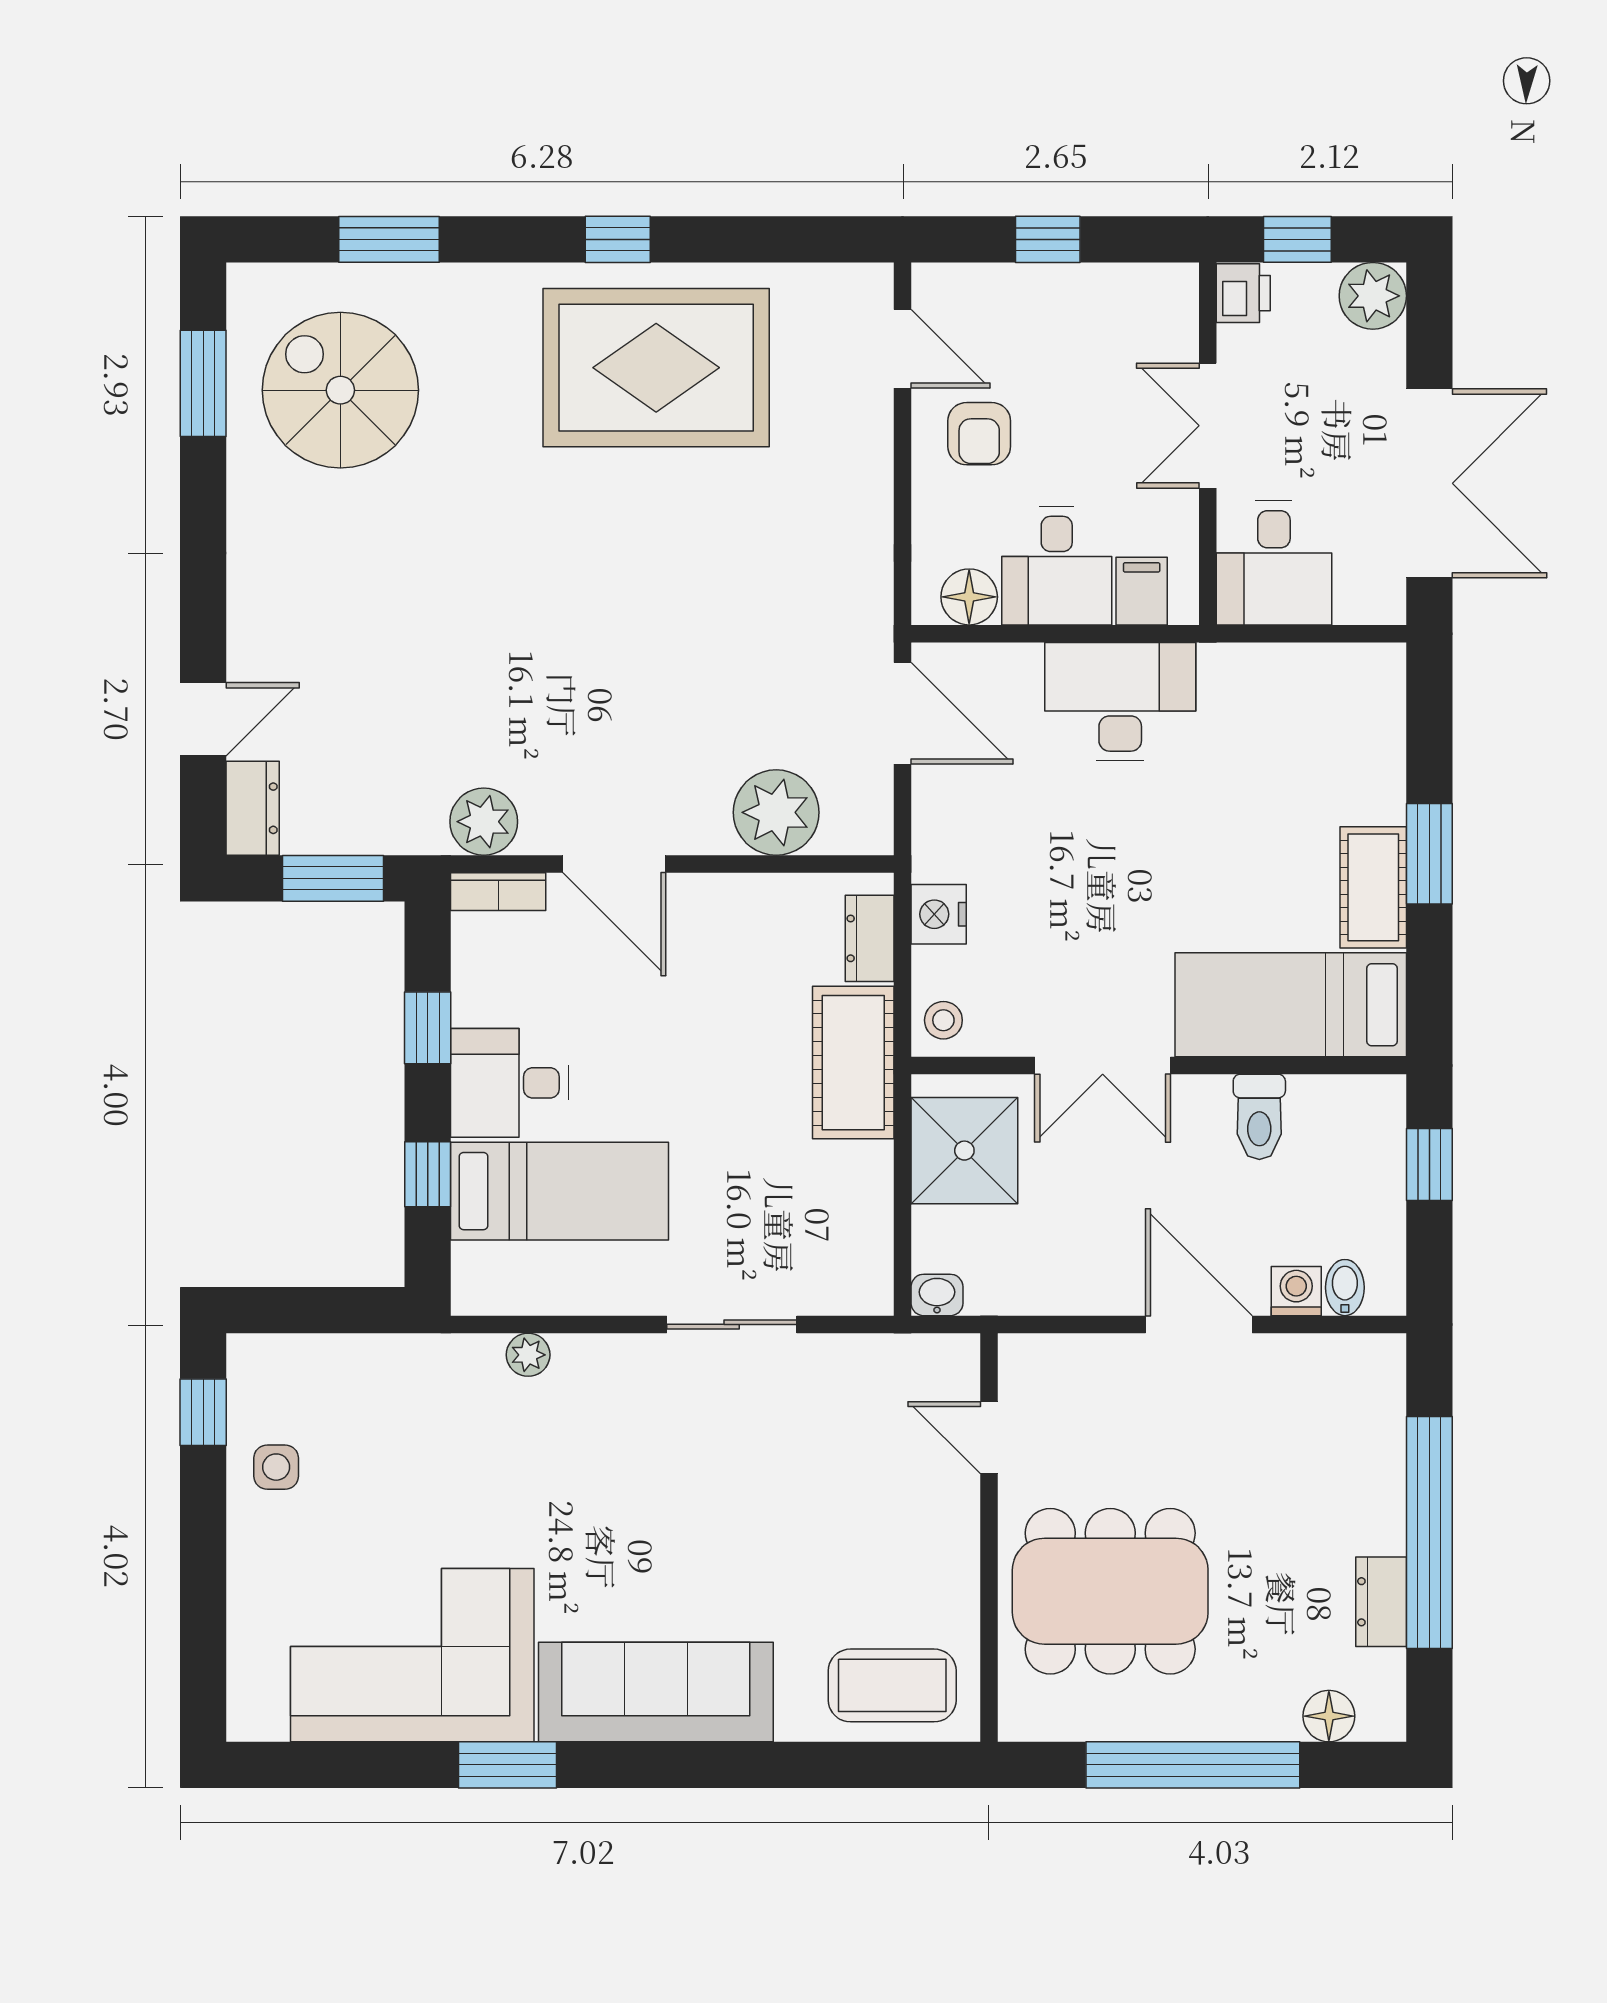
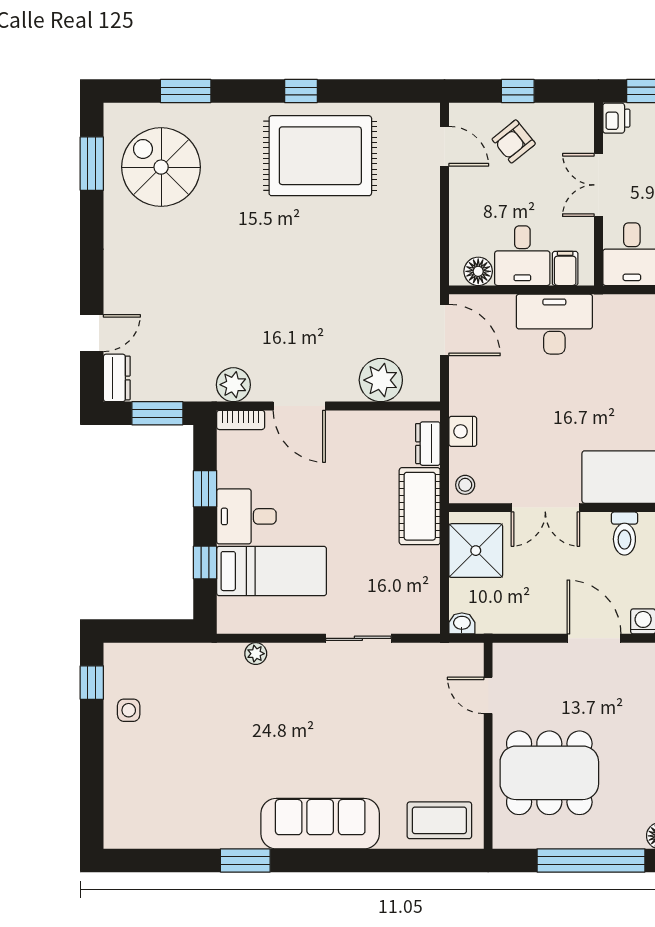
armchair: (979, 434) -> (514, 141), moved, turned 51
corner sofa: (412, 1655) -> (197, 805), removed

